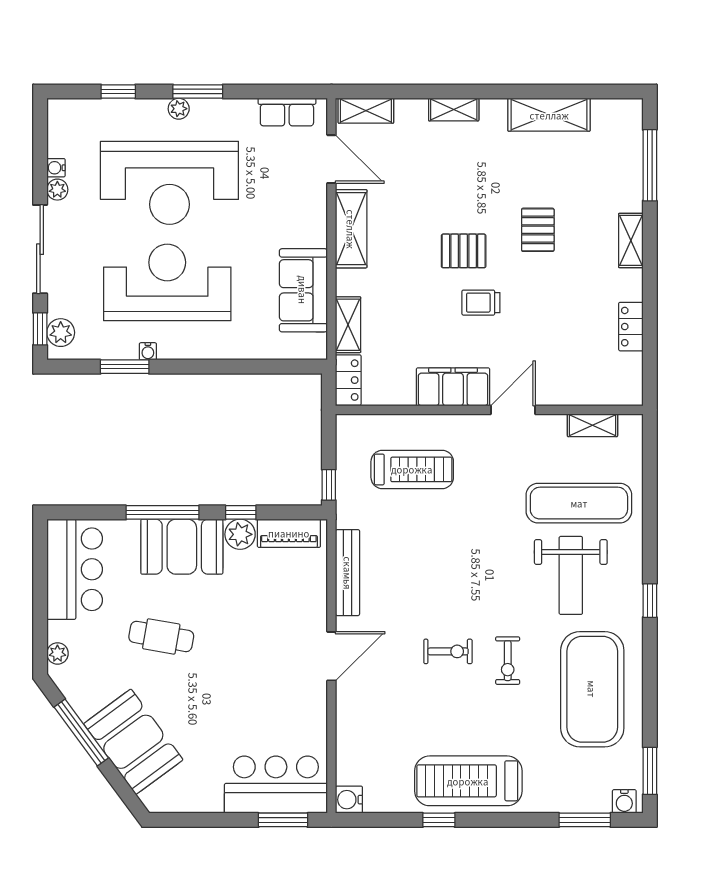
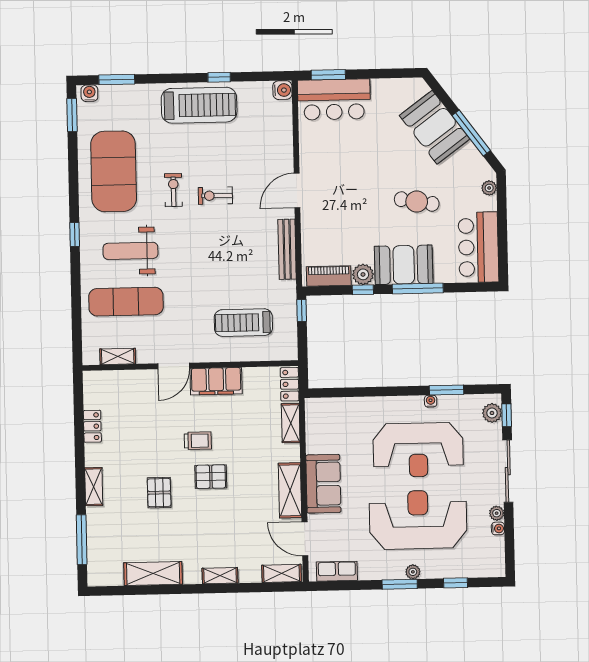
sofa: (303, 290) -> (323, 484), moved
weight bench: (571, 575) -> (130, 251), turned -90

